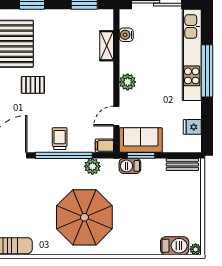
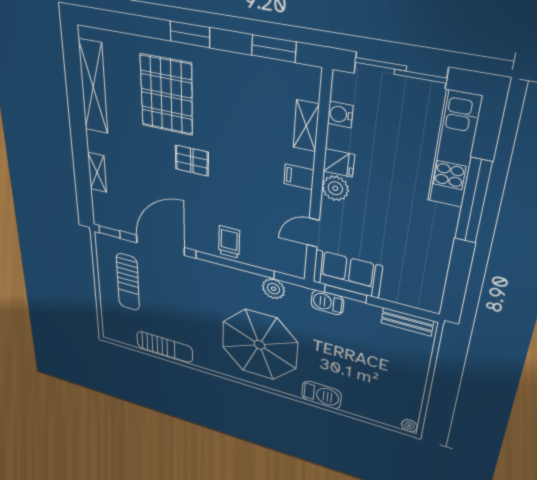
kitchen unit: (192, 55) -> (454, 150), width x0.73
fridge: (192, 127) -> (339, 163), moved, turned 180
filing cabinet: (104, 146) -> (299, 177), moved
barbecue: (175, 246) -> (321, 395), moved

